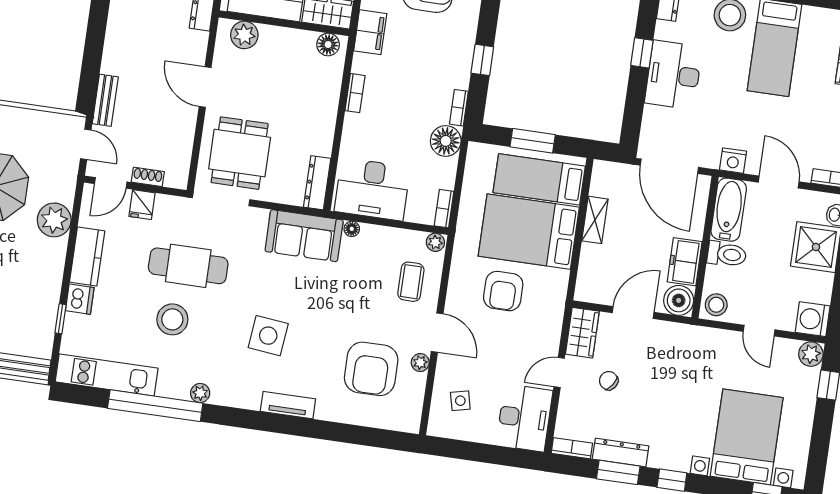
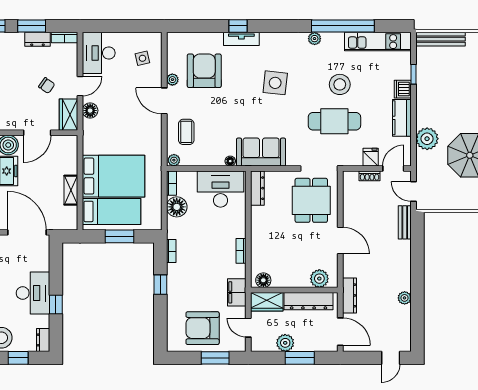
floor lamp: (446, 141) -> (177, 207), moved
armchair: (503, 291) -> (125, 135), removed
floor lamp: (549, 334) -> (90, 111), added
tv unit: (288, 405) -> (241, 39), moved
window: (311, 428) -> (238, 26), added
dresser: (621, 453) -> (37, 39), width x0.70

